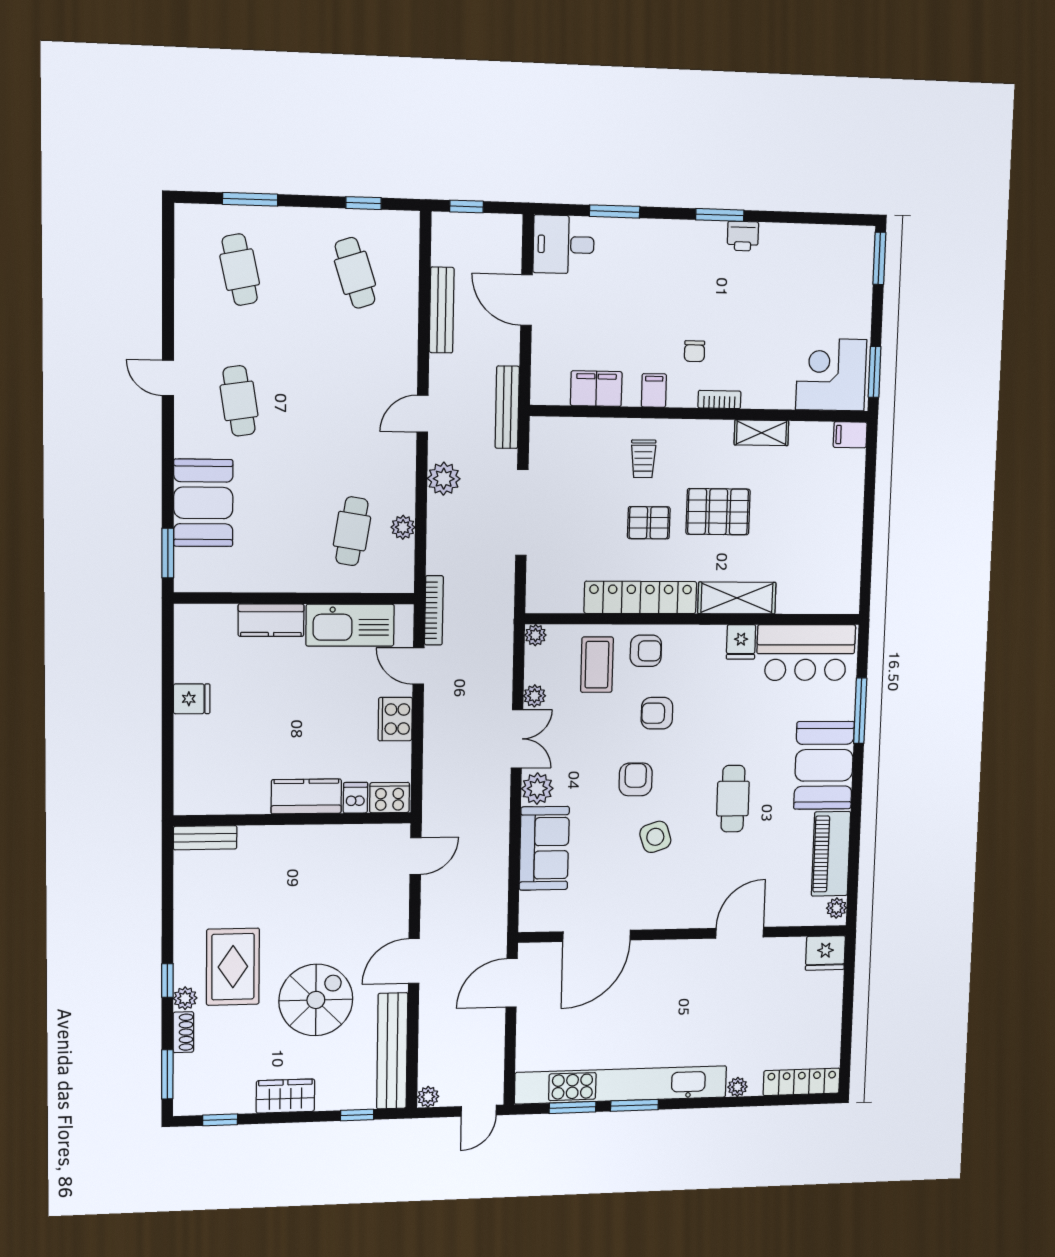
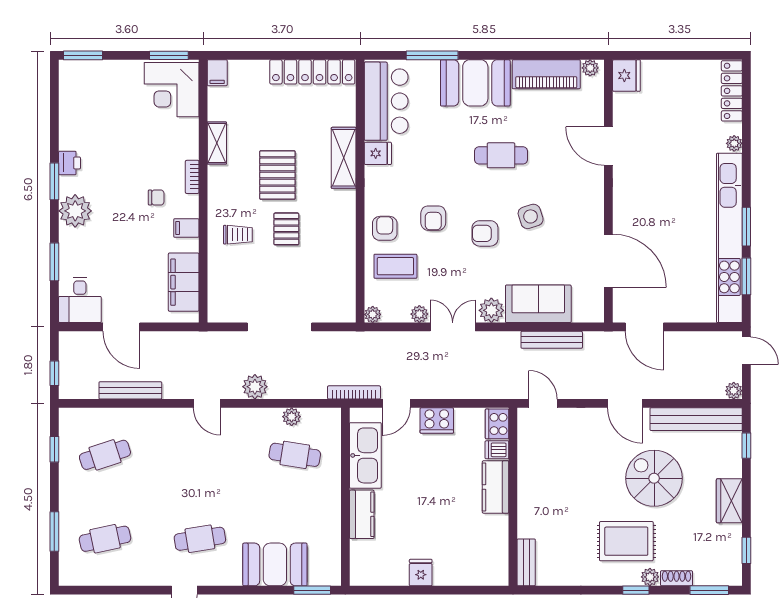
plant: (681, 242) -> (75, 211), added
door: (526, 300) -> (121, 327), hinge flipped
filing cabinet: (596, 389) -> (184, 282), width x1.50, depth x1.17
bench: (507, 407) -> (552, 340), moved
locker: (640, 597) -> (312, 72), moved, turned -90

